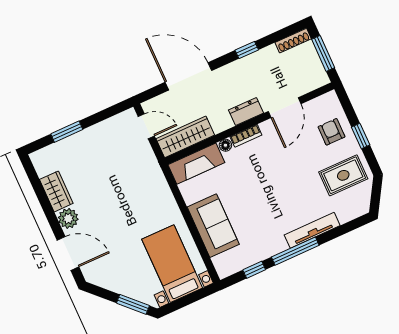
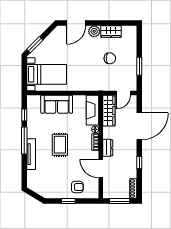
window: (67, 132) -> (139, 66), moved
chair: (100, 174) -> (110, 58), added
rug: (343, 175) -> (60, 145), moved

